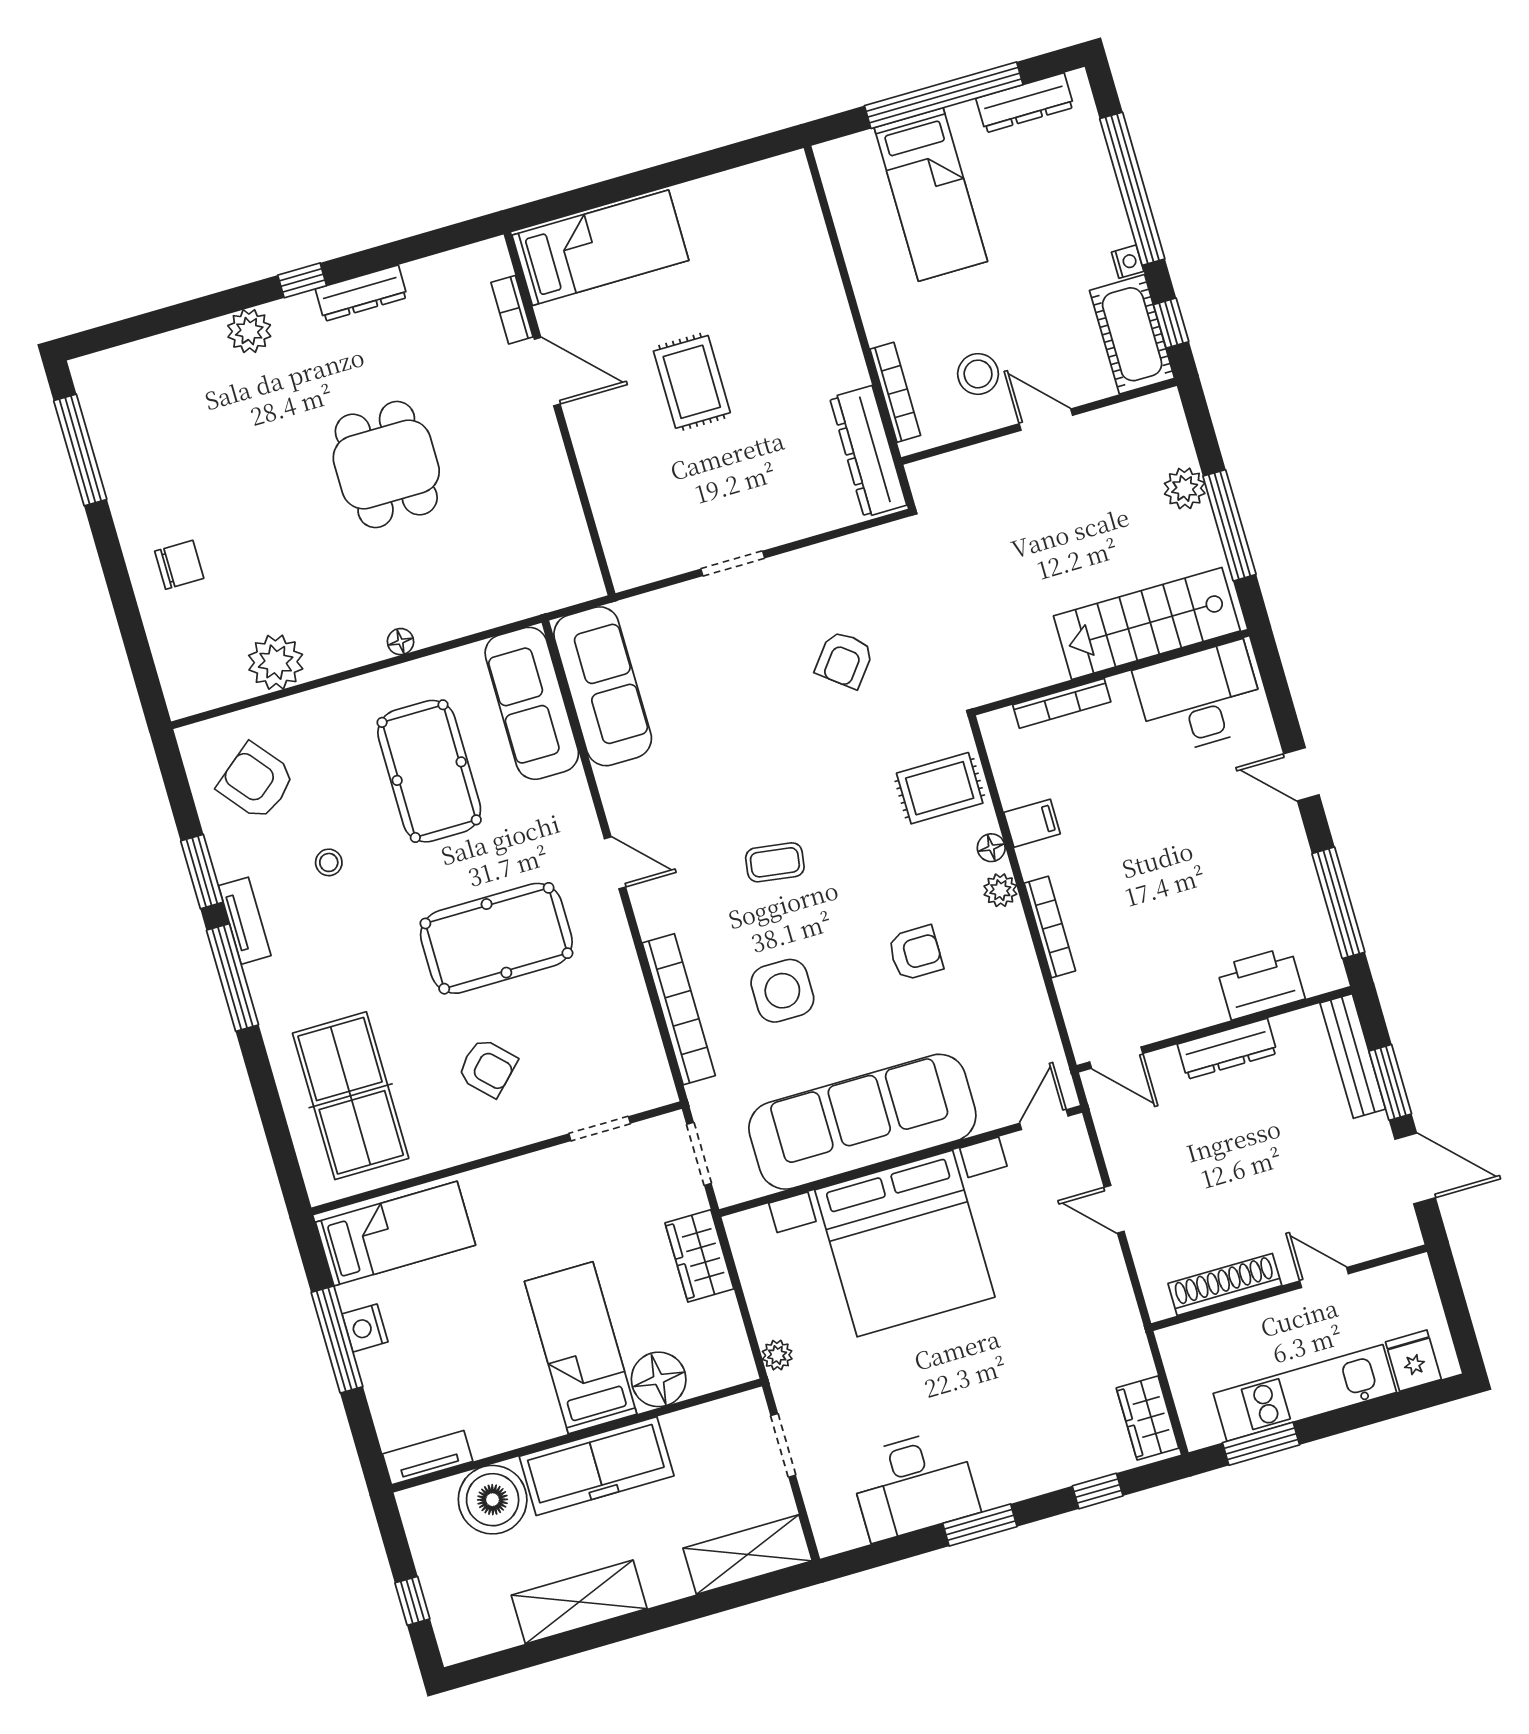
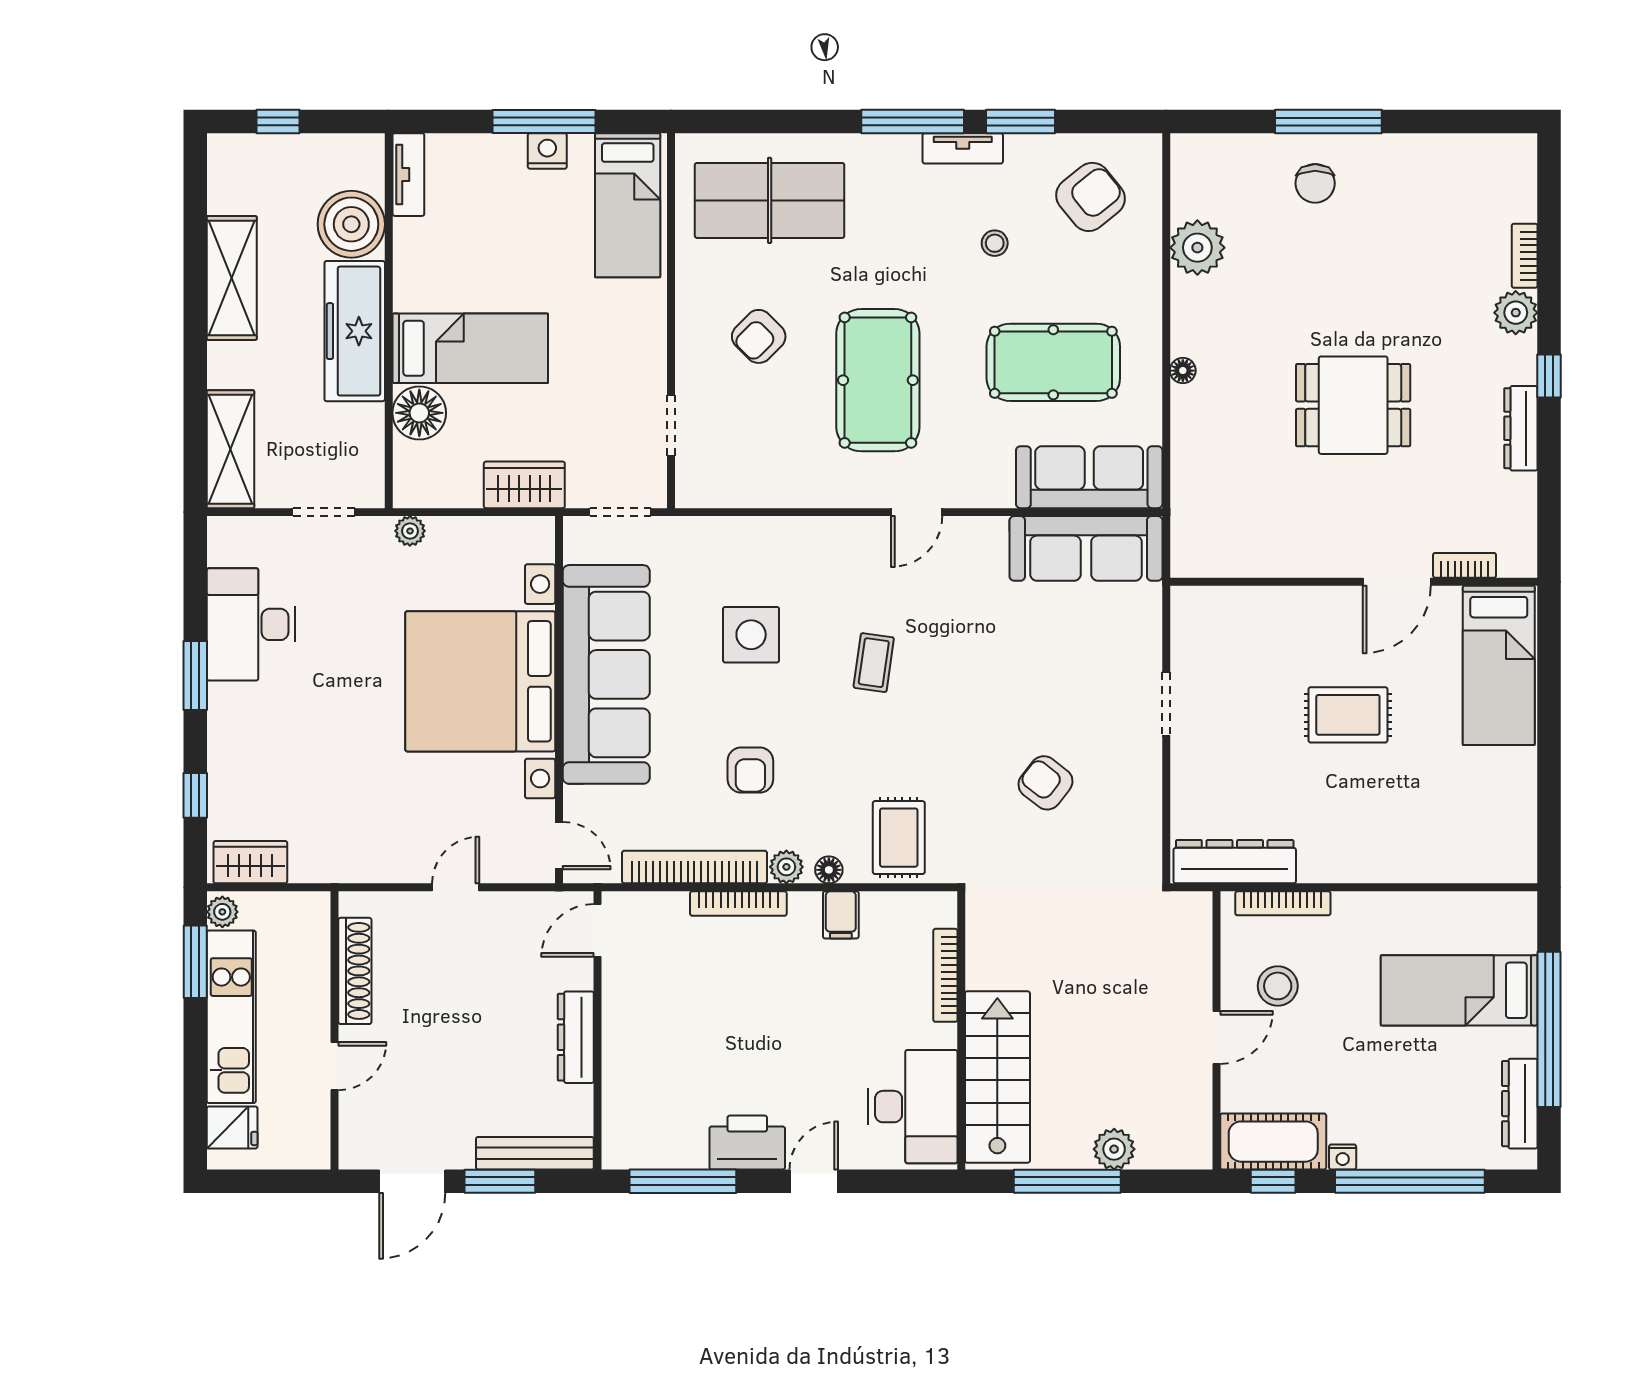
bookcase: (191, 338) -> (1525, 256), added
window: (80, 450) -> (1328, 121), moved
printer: (1261, 983) -> (747, 1143), moved, turned -90
bookcase: (679, 1009) -> (694, 867), moved, turned 180
plant: (1204, 1431) -> (222, 912), added

